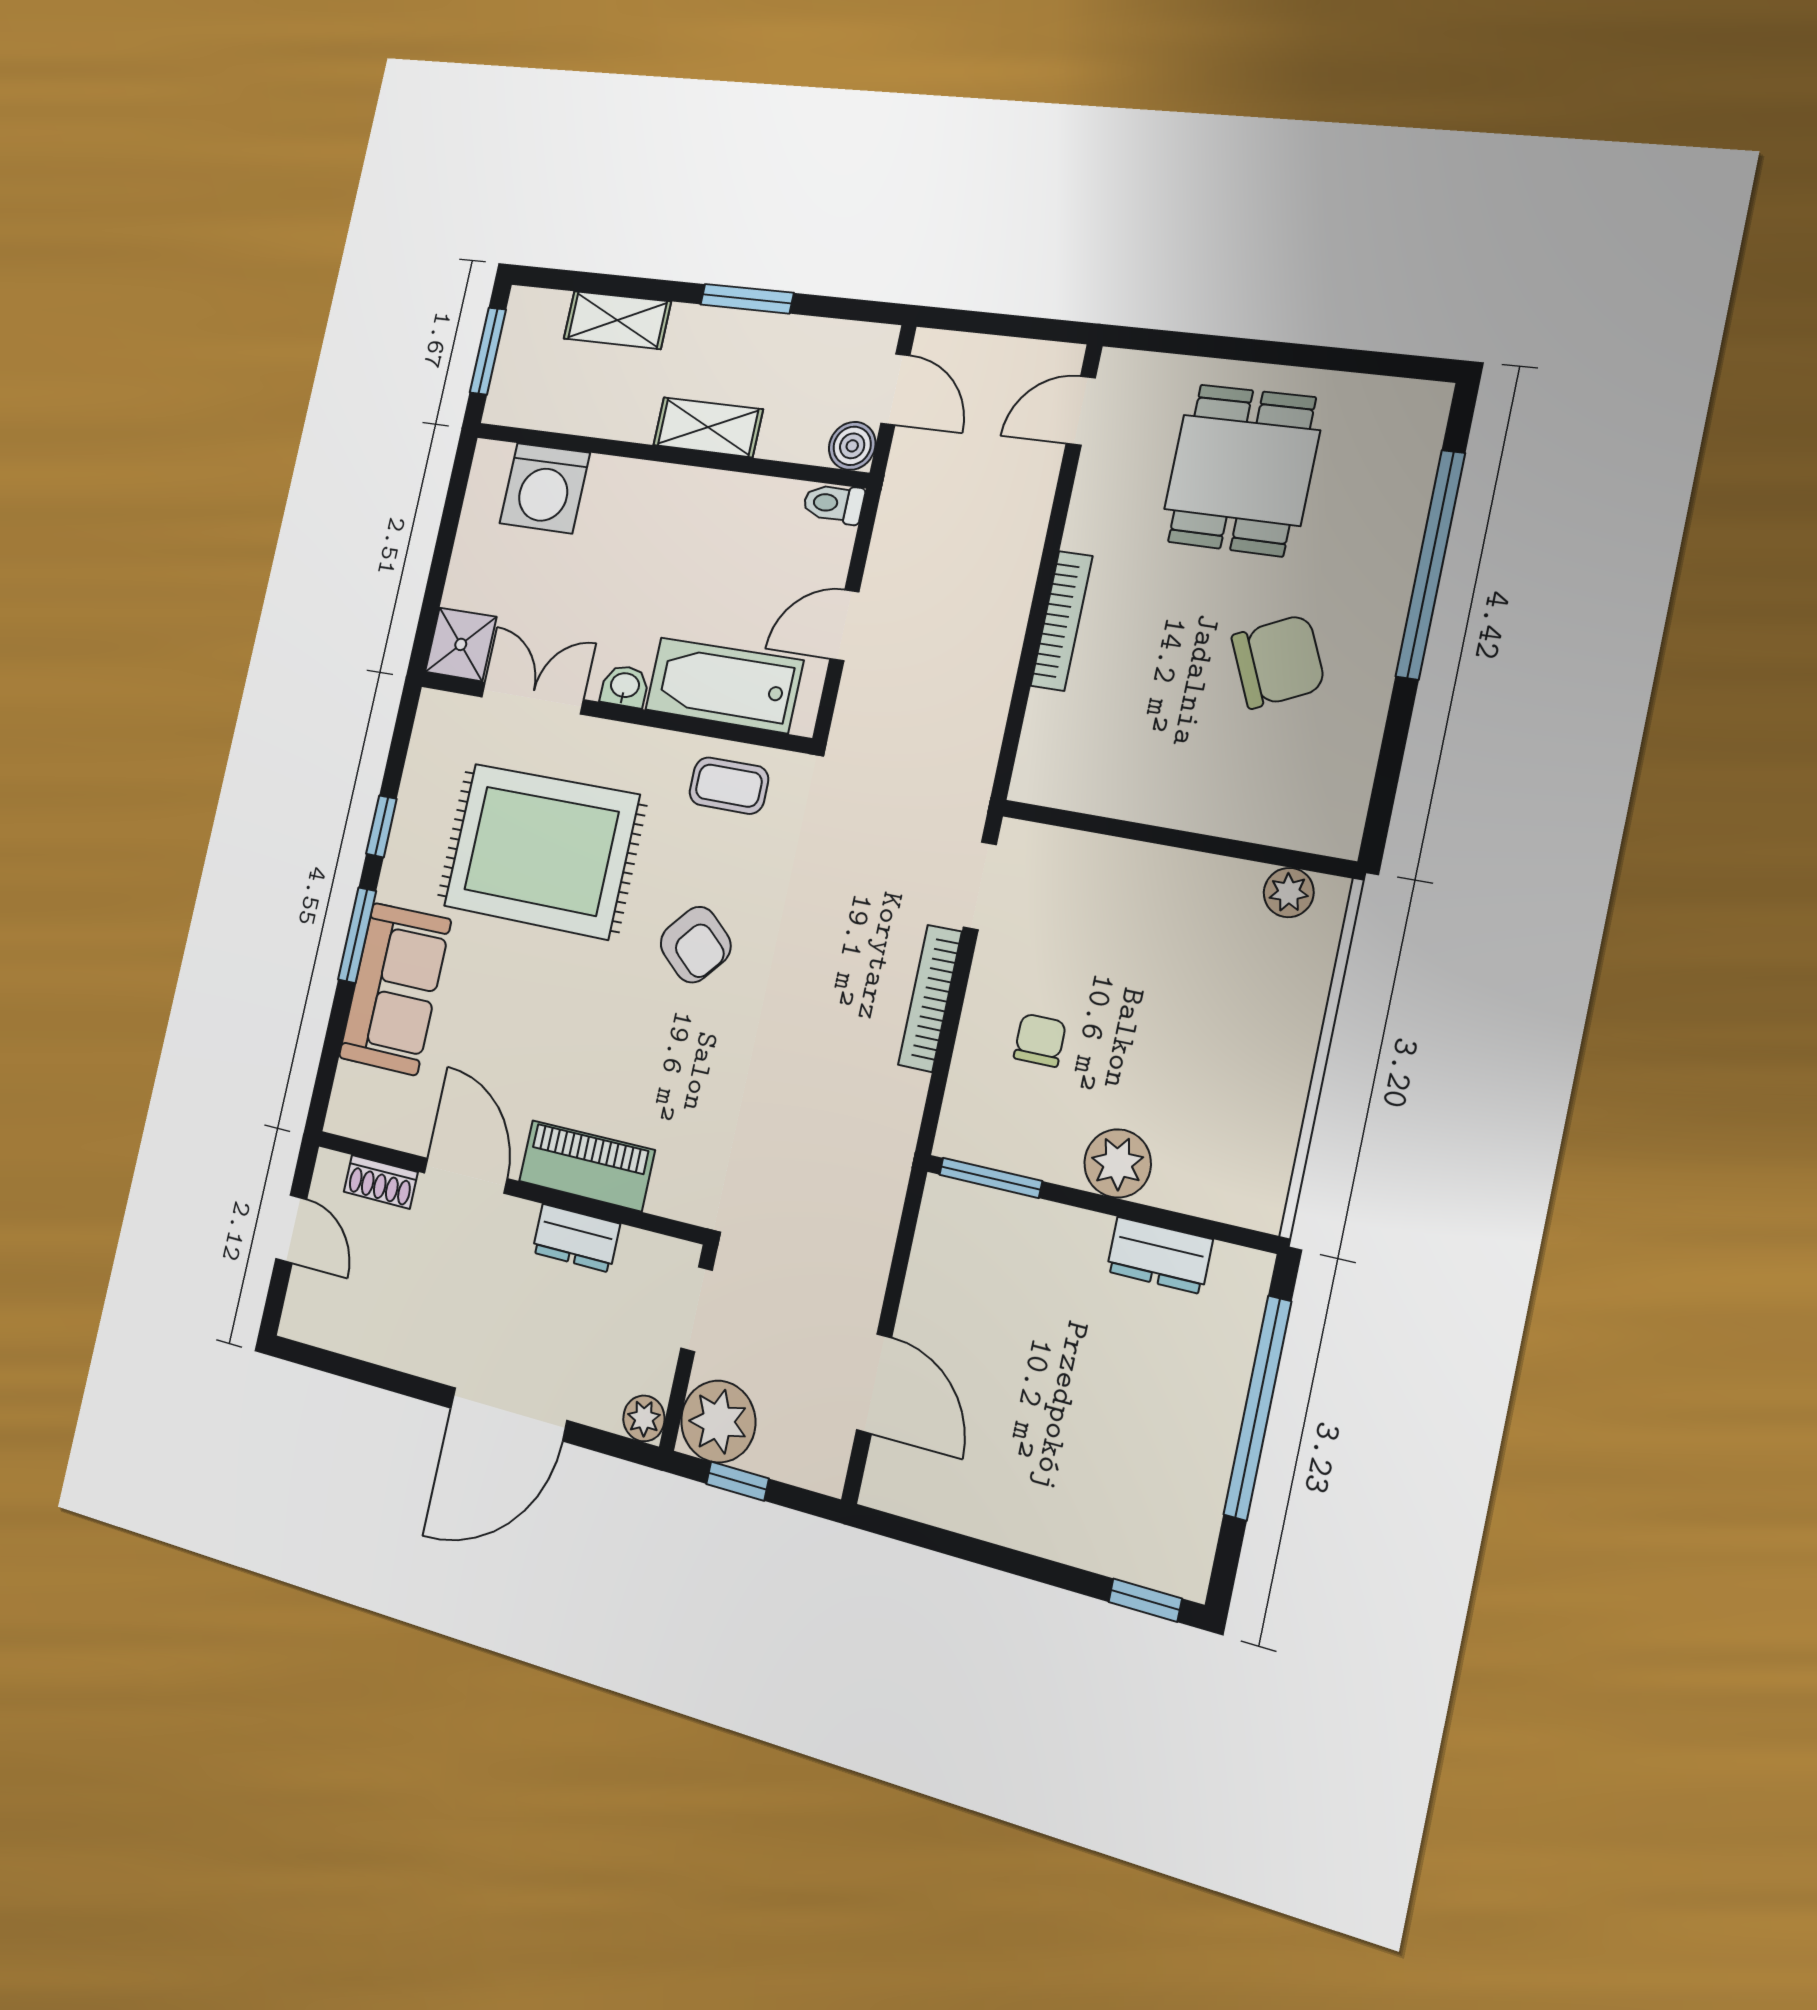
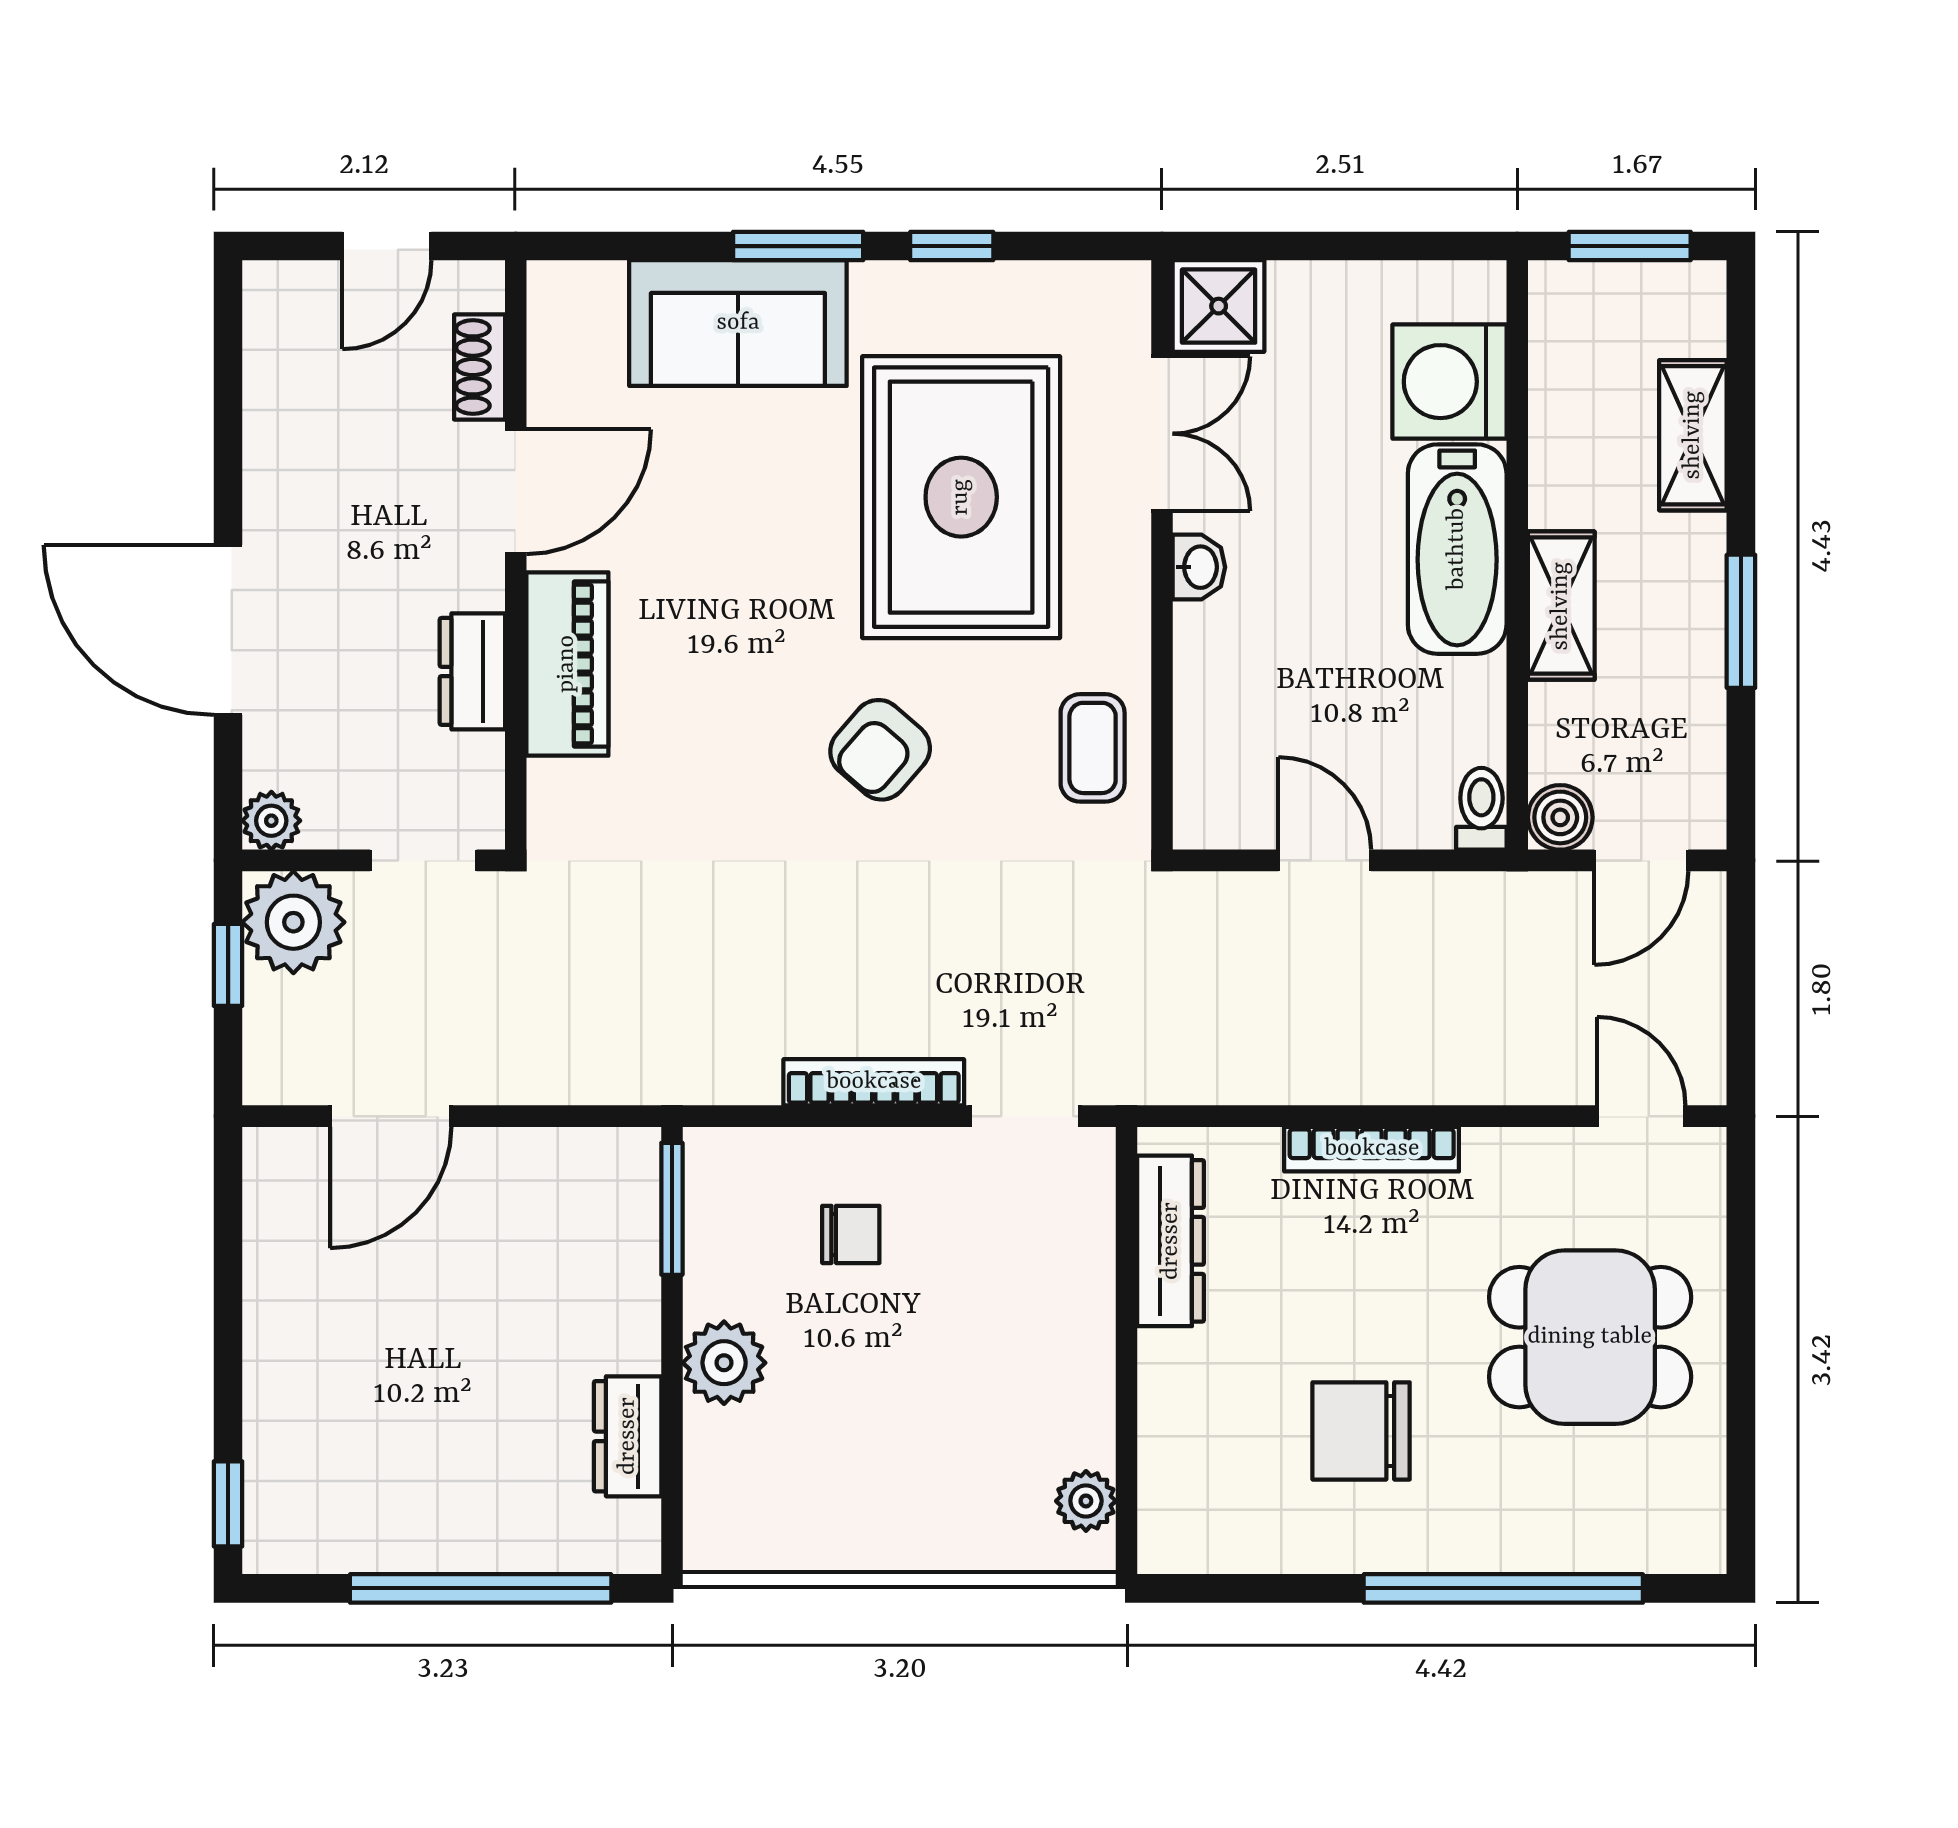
chair: (1278, 661) -> (1361, 1431), turned 115
bathtub: (724, 685) -> (1457, 549), moved, turned 180
dresser: (1098, 789) -> (1171, 1241), added

